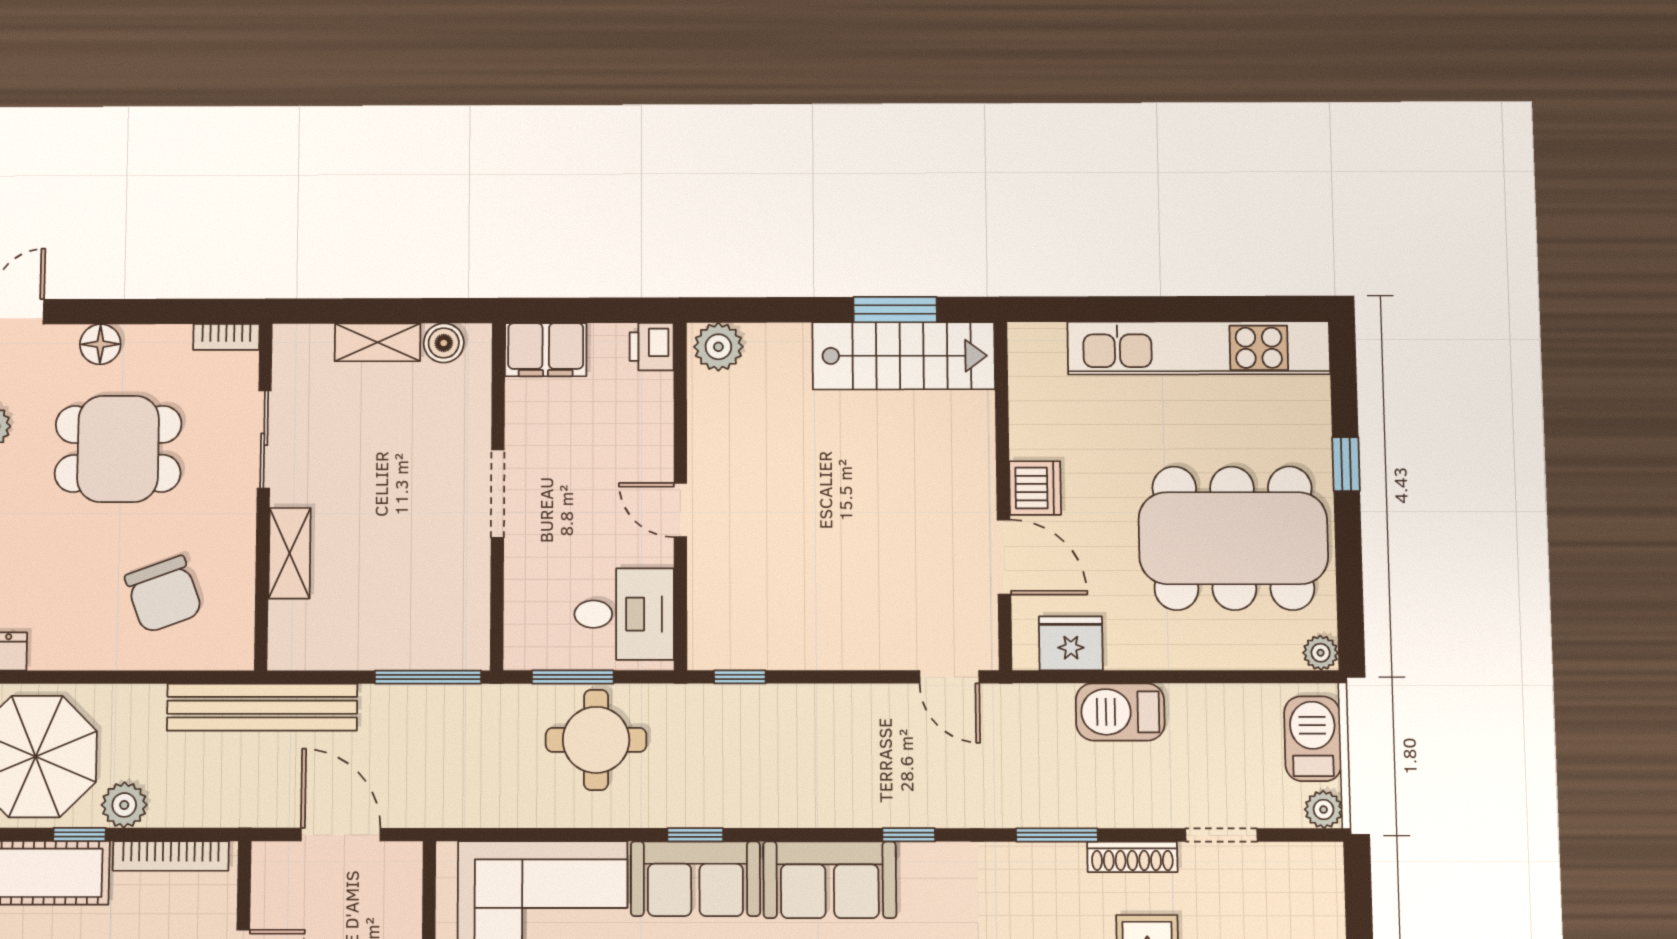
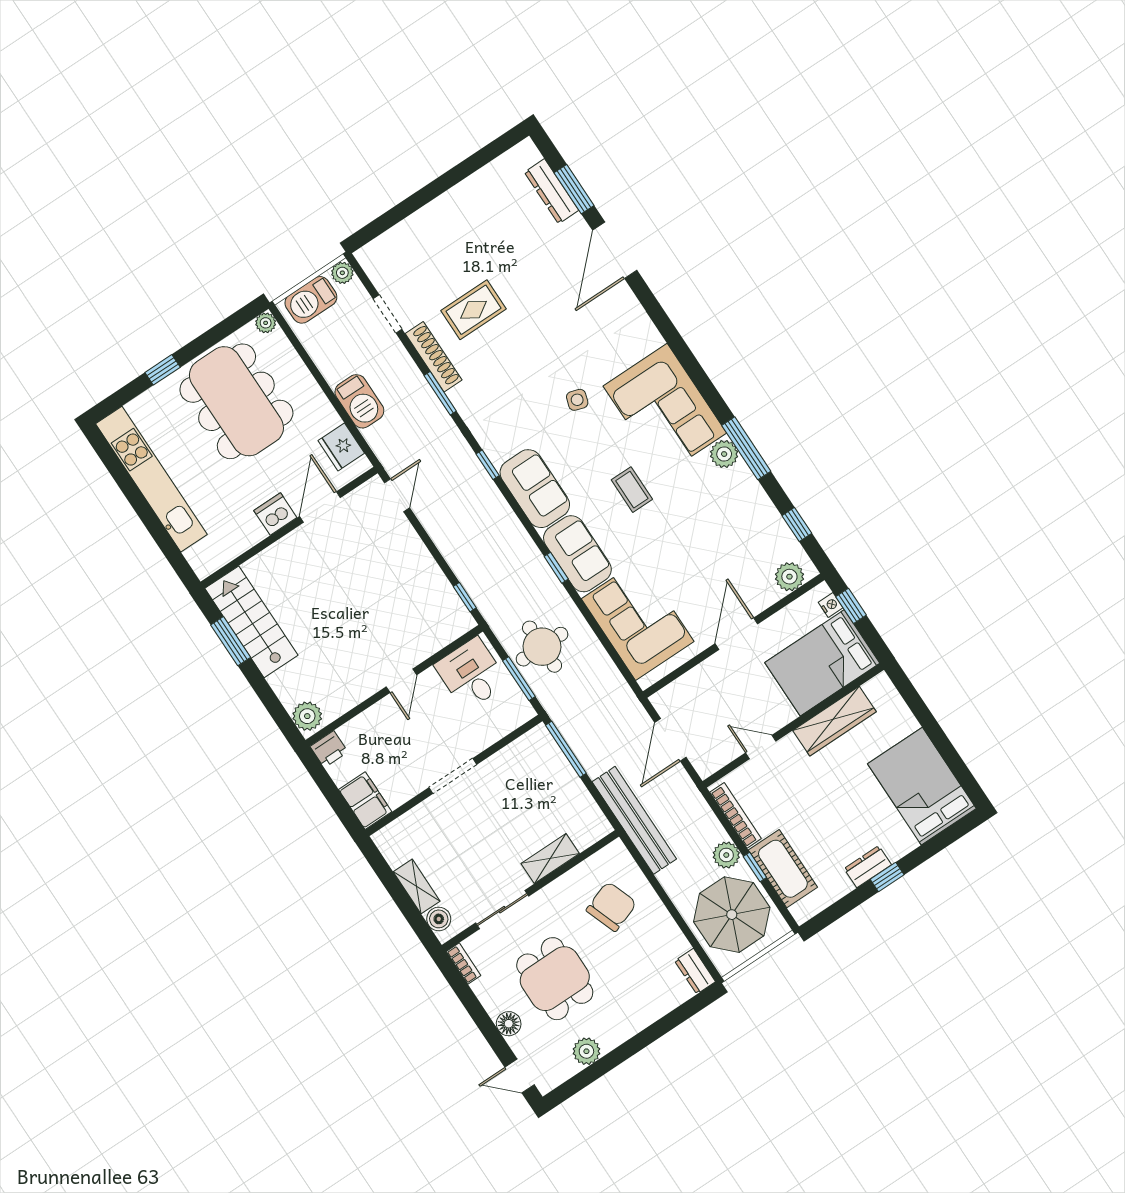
boiler: (444, 343) -> (439, 919), moved
shoe rack: (1132, 857) -> (434, 357), width x1.36, depth x1.24

